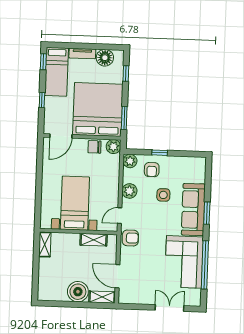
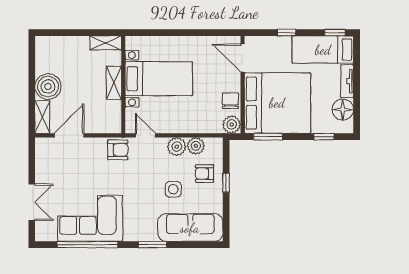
plant: (130, 161) -> (196, 146), moved
sofa: (193, 210) -> (190, 228), moved
armchair: (130, 238) -> (118, 150), turned -90
shelving: (94, 240) -> (114, 83), moved

